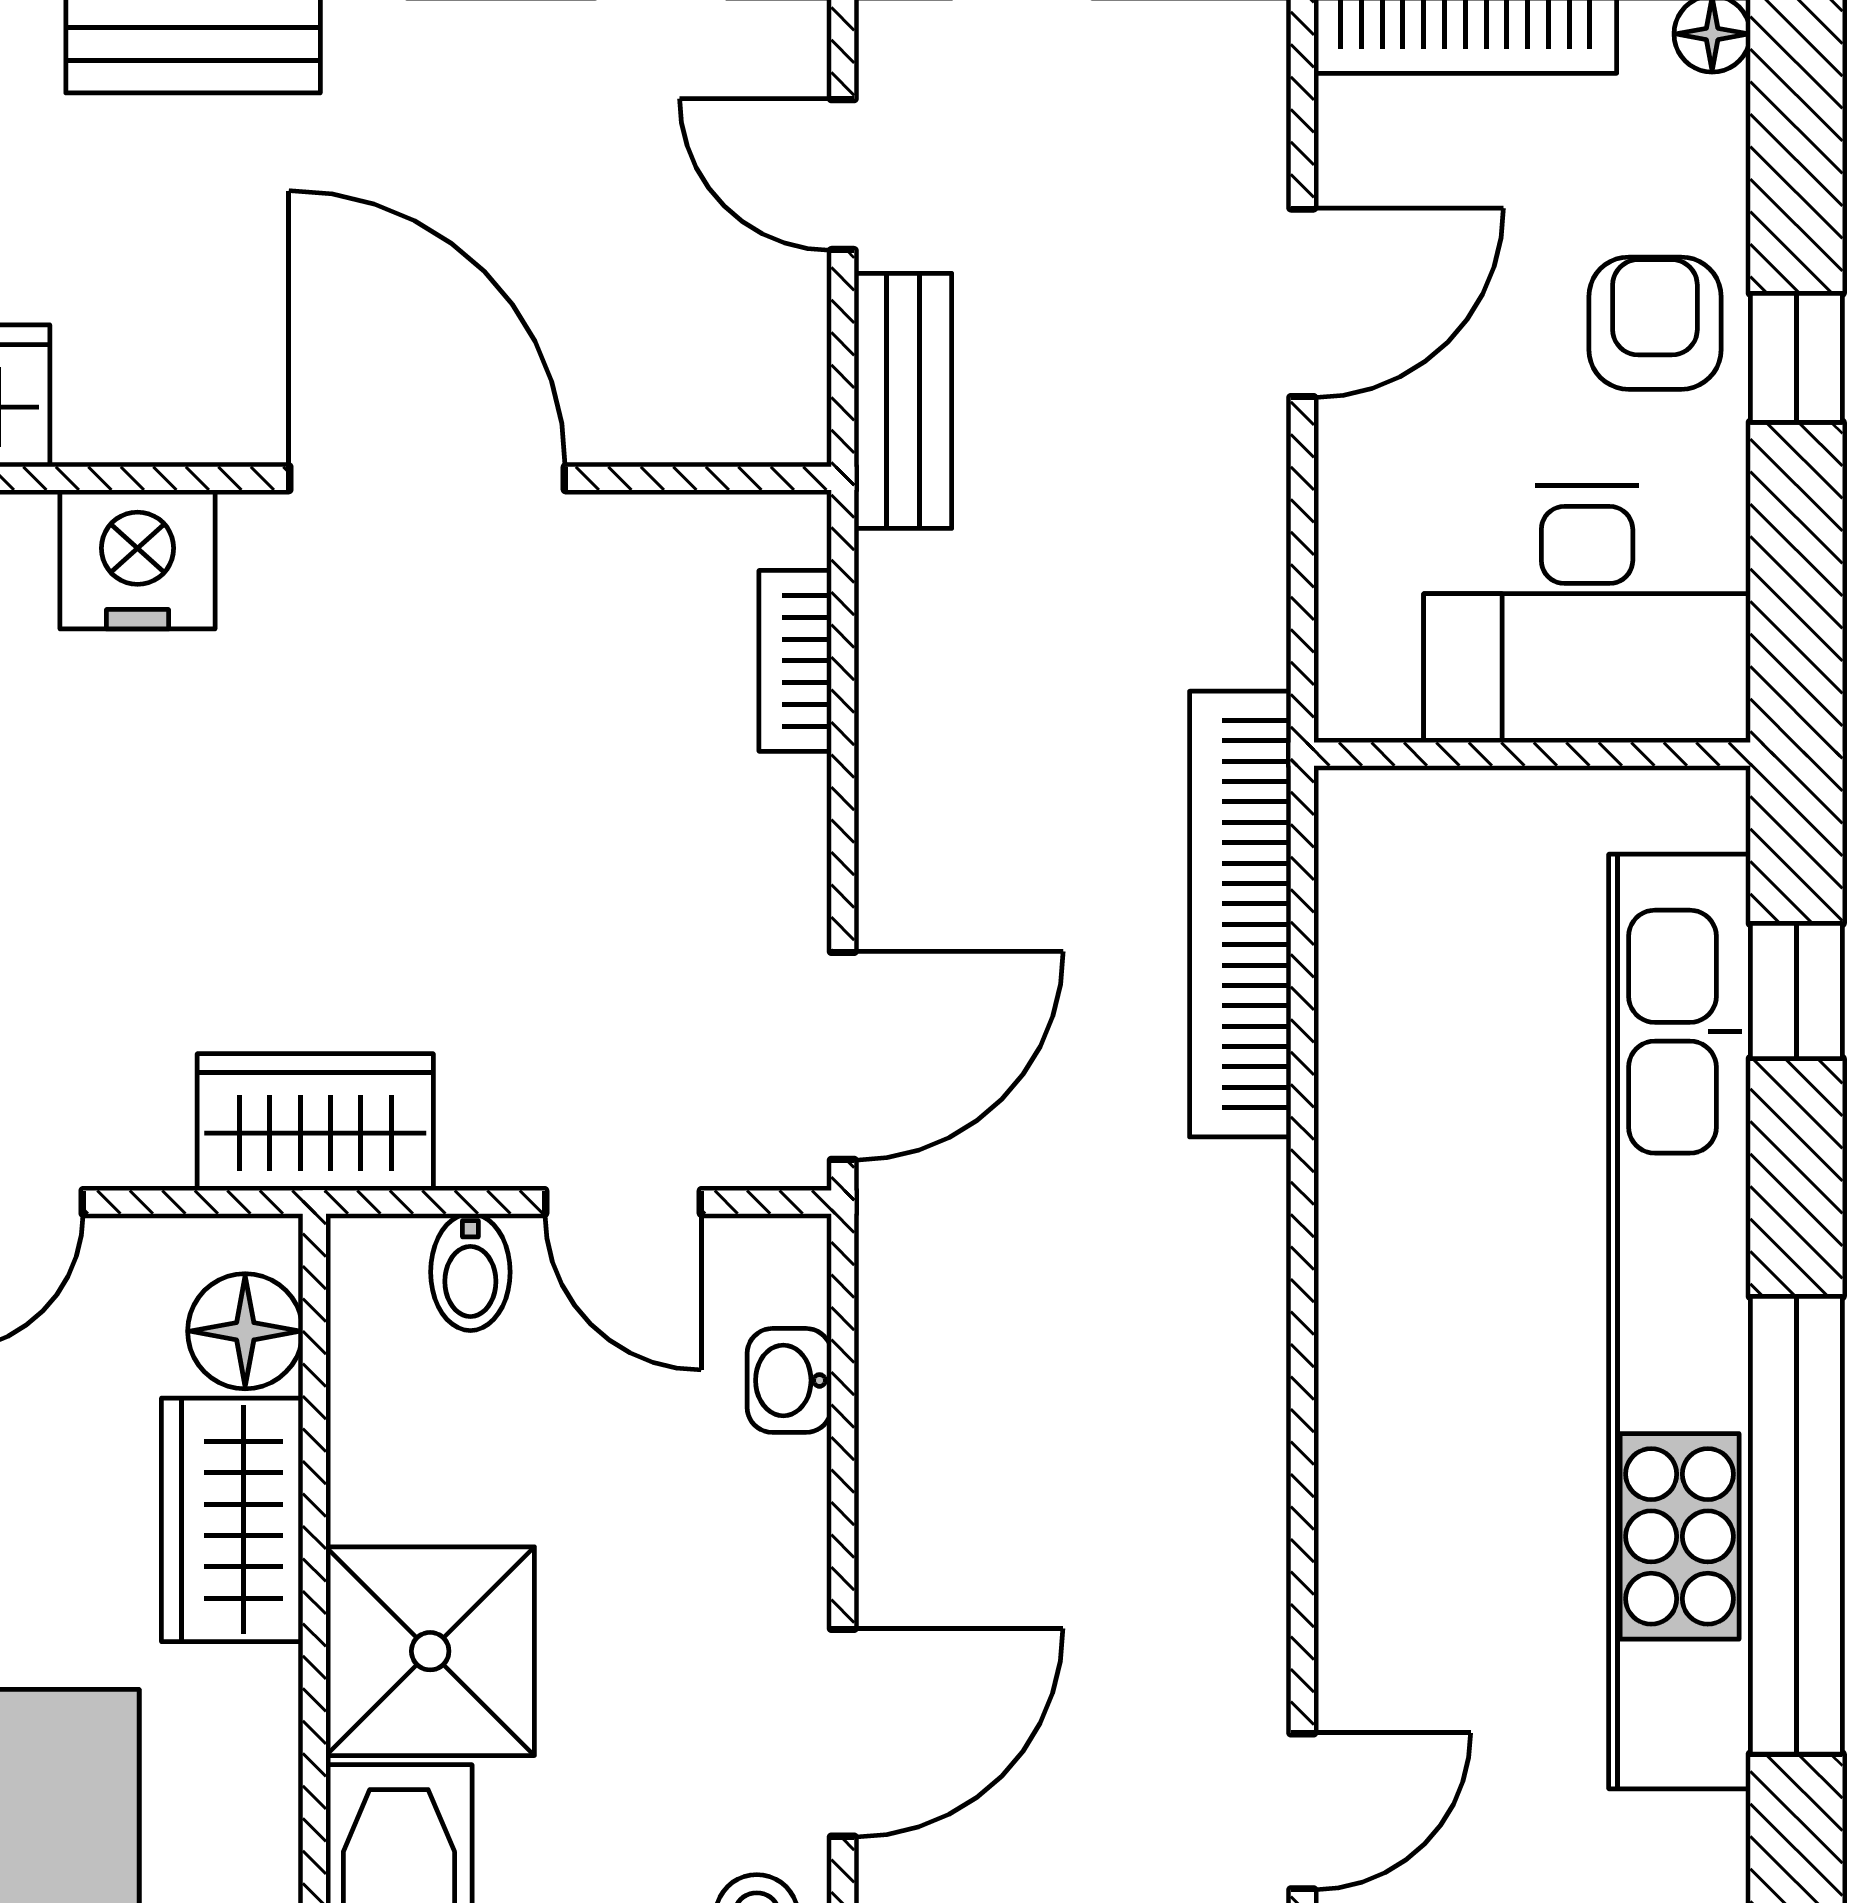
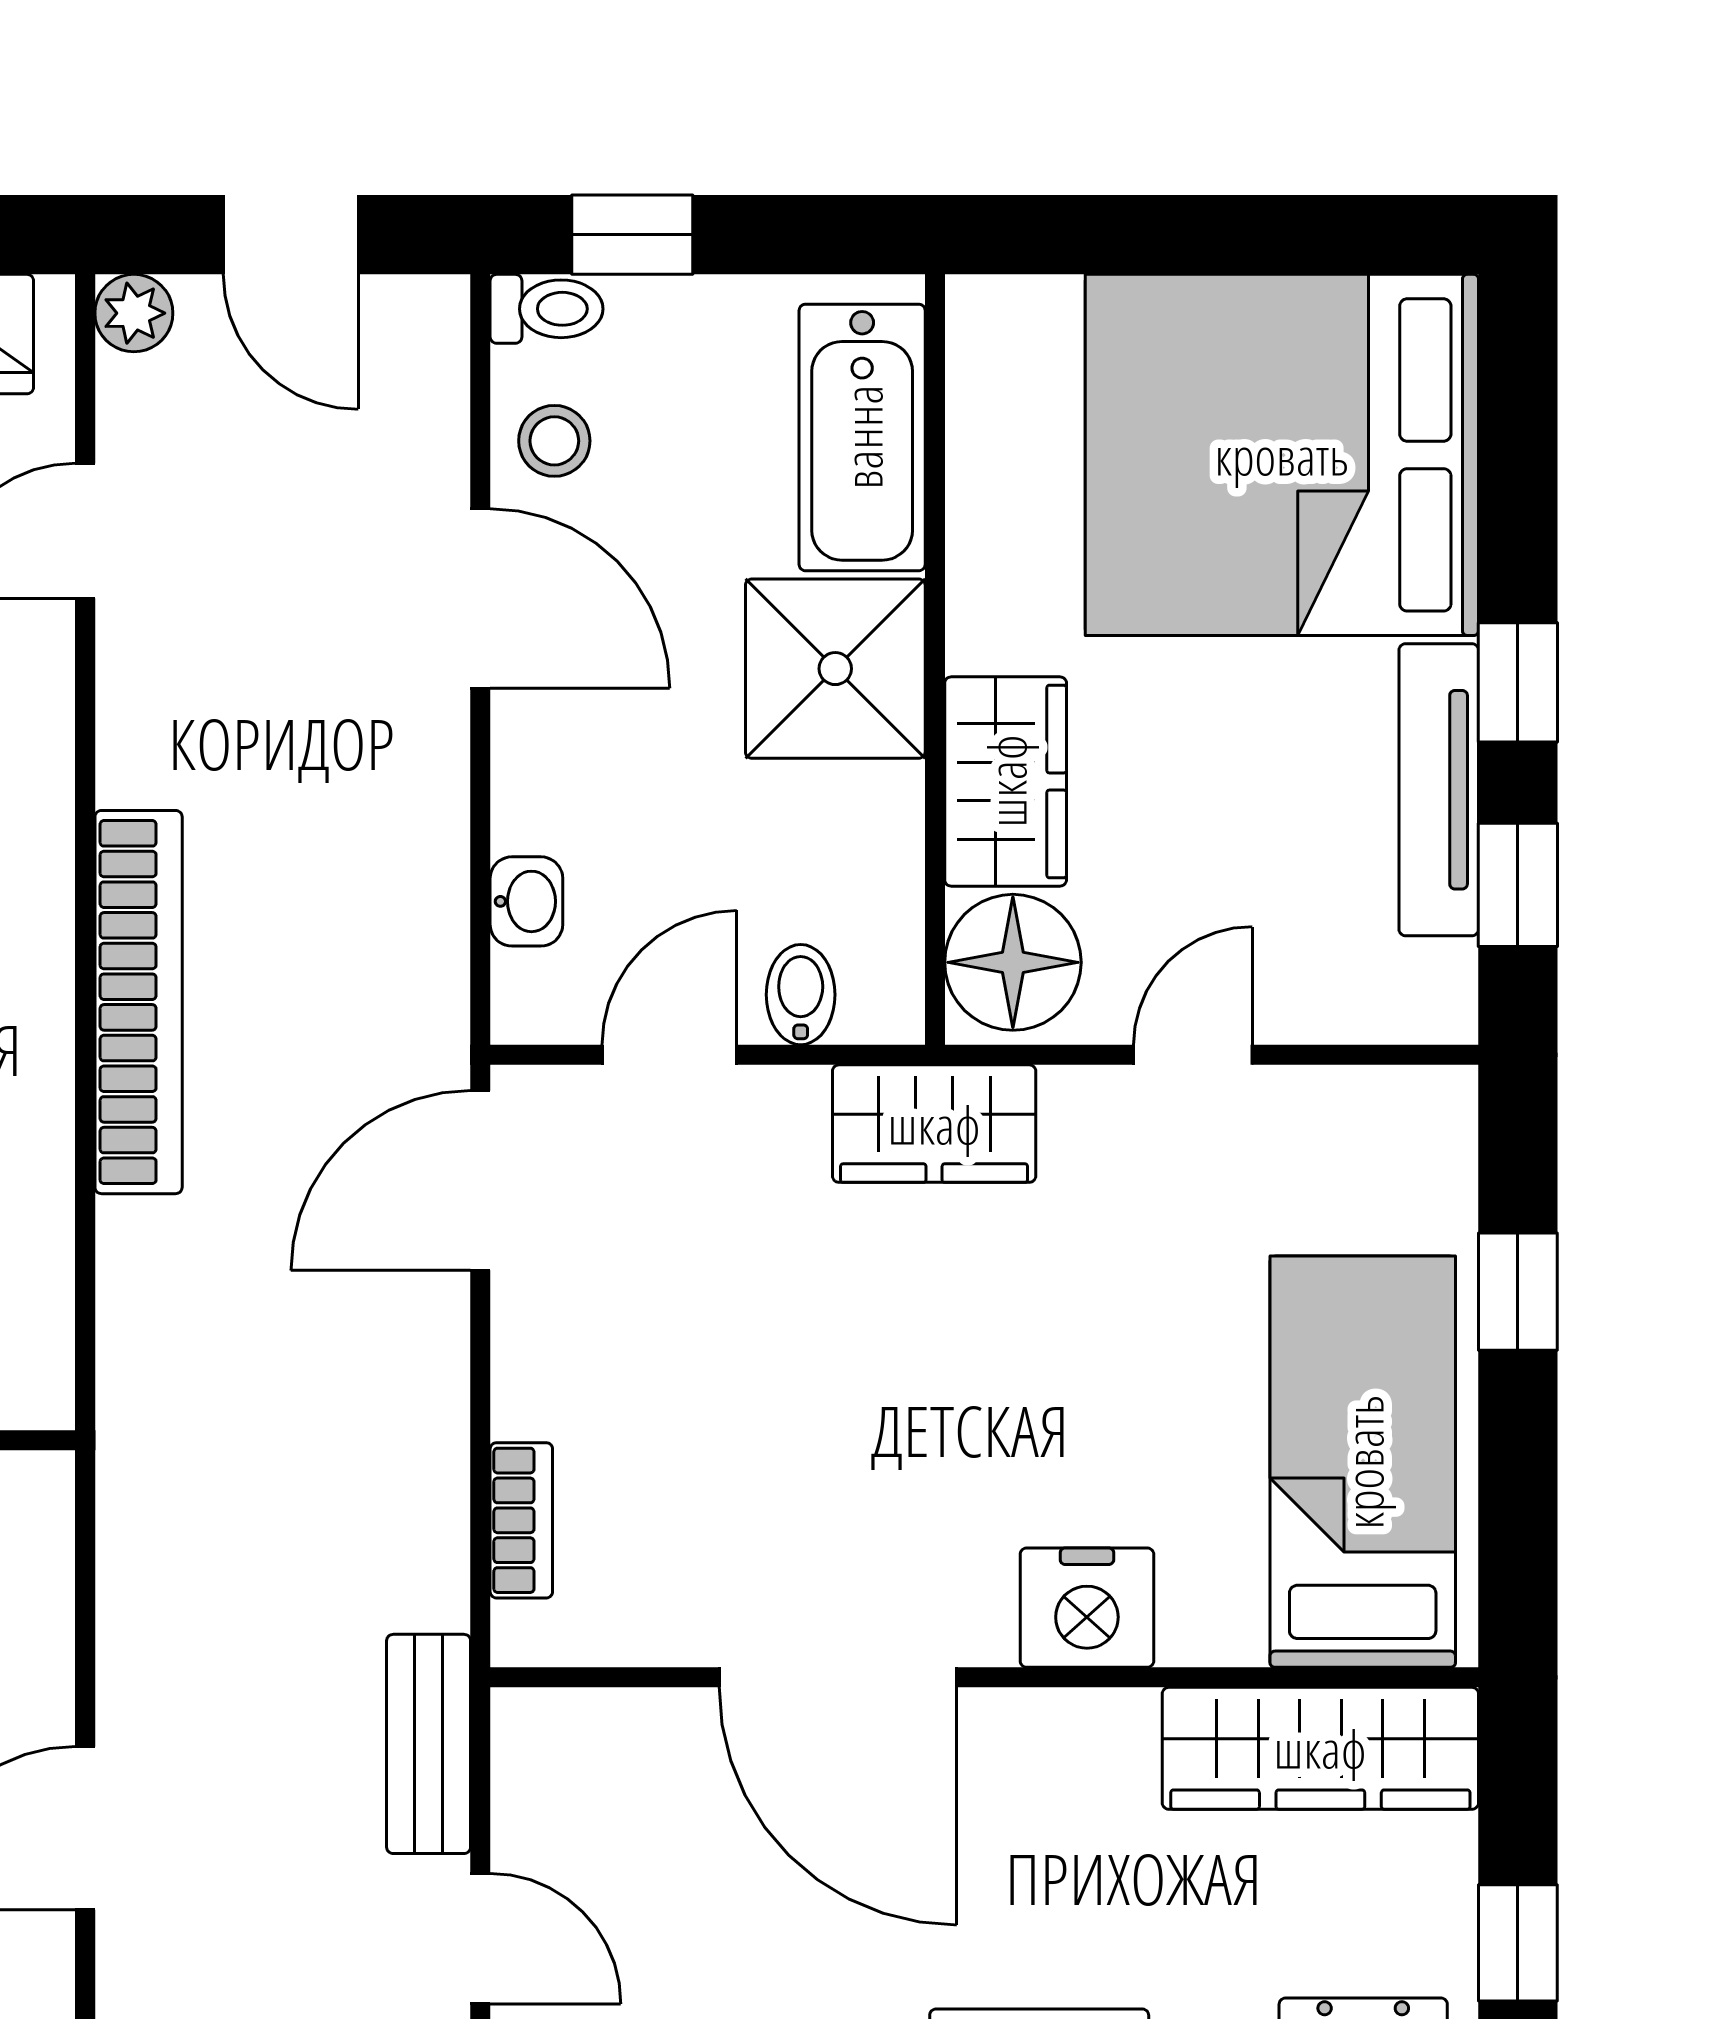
bookcase: (1240, 914) -> (139, 1002), moved
door: (623, 1202) -> (669, 1055), hinge flipped
floor lamp: (245, 1331) -> (1013, 962), width x1.38, depth x1.38
door: (843, 1733) -> (480, 598), swing flipped

